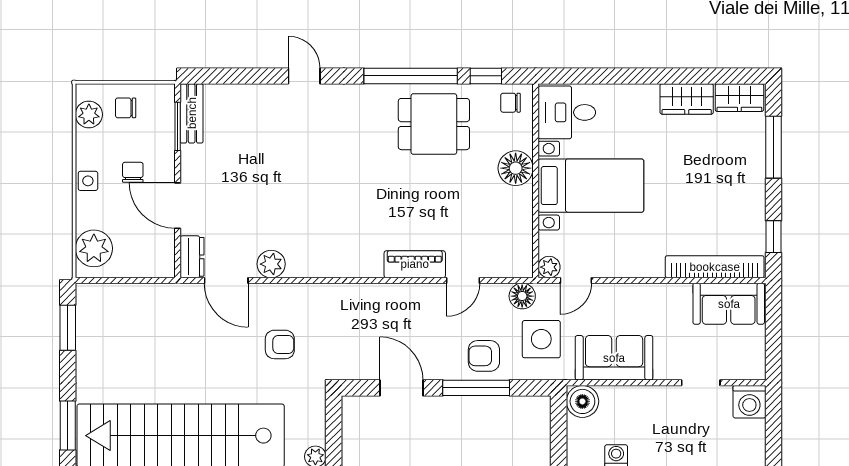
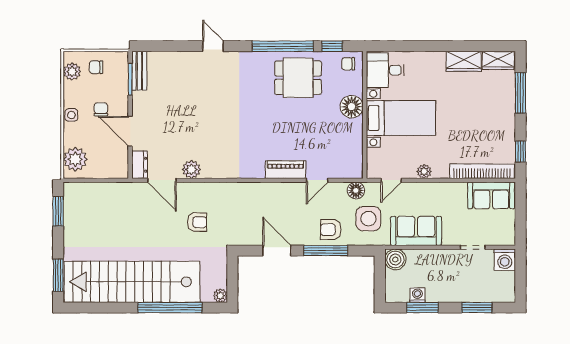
plant: (549, 267) -> (424, 171), moved

